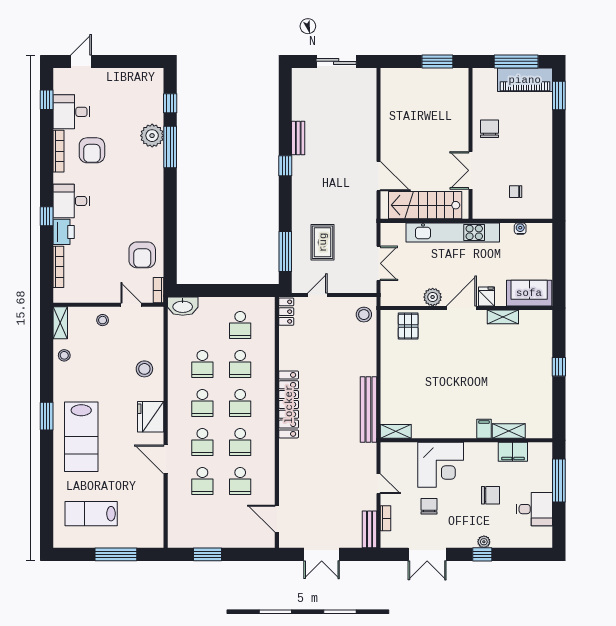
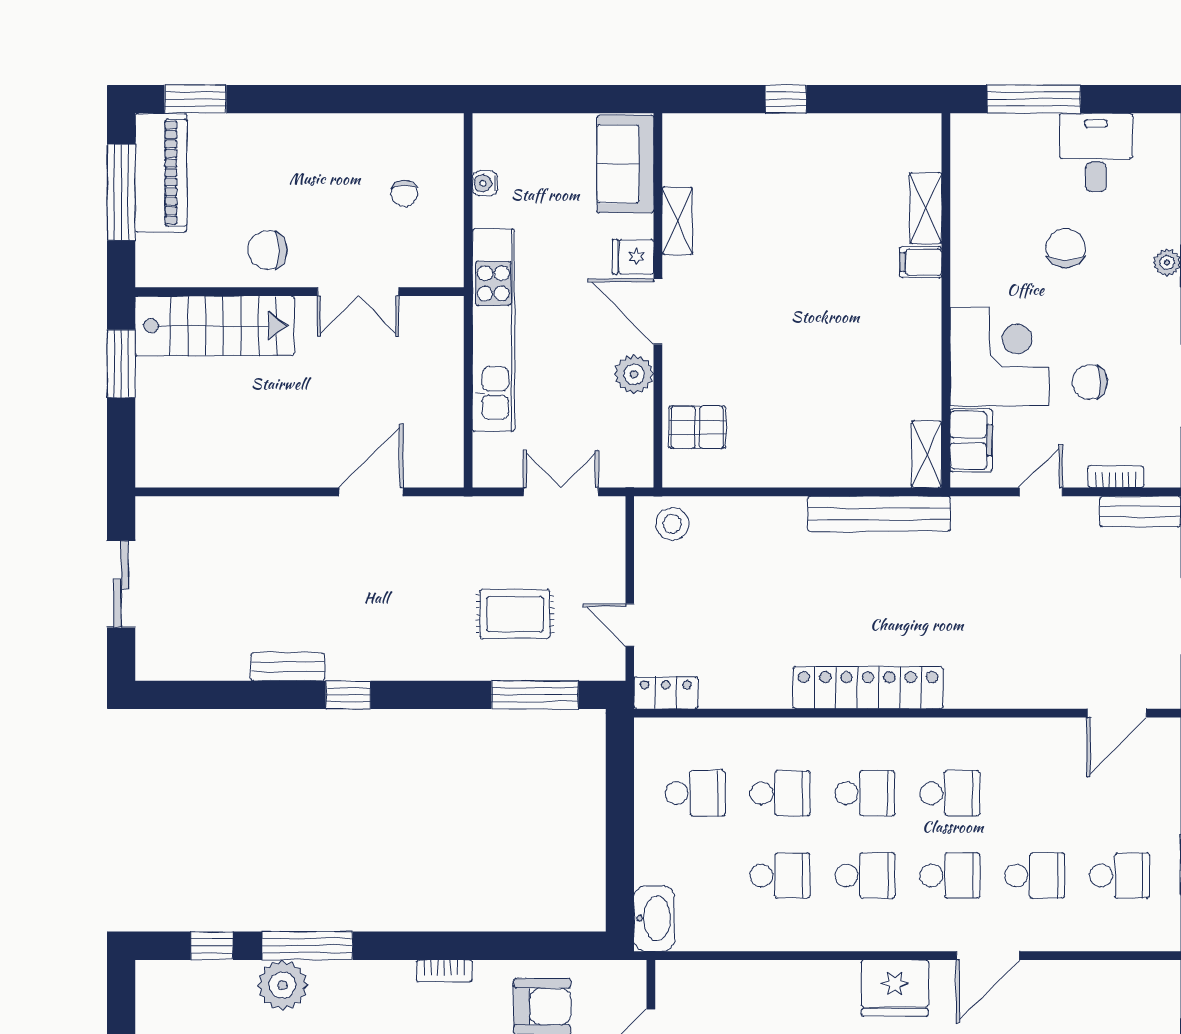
stairs: (425, 205) -> (215, 326), moved, turned -90
bookcase: (159, 290) -> (444, 971), moved
stool: (144, 369) -> (791, 1002), removed
filing cabinet: (513, 452) -> (971, 440), moved
school desk: (240, 481) -> (1120, 876), moved

